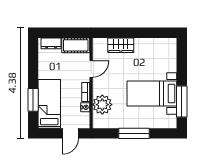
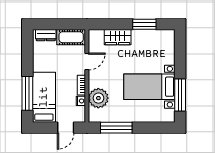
window: (147, 33) -> (144, 24), added
window: (33, 100) -> (27, 93), width x1.44
window: (134, 133) -> (116, 128), moved

